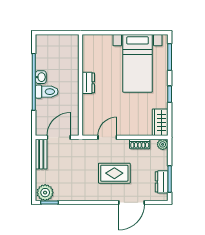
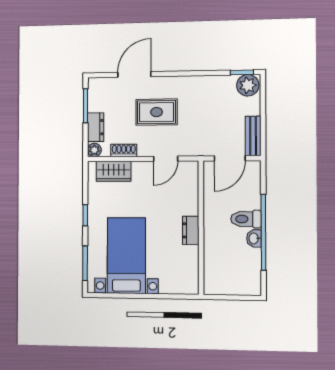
wardrobe: (160, 122) -> (114, 171), moved, turned 90
dresser: (162, 182) -> (96, 127), moved

